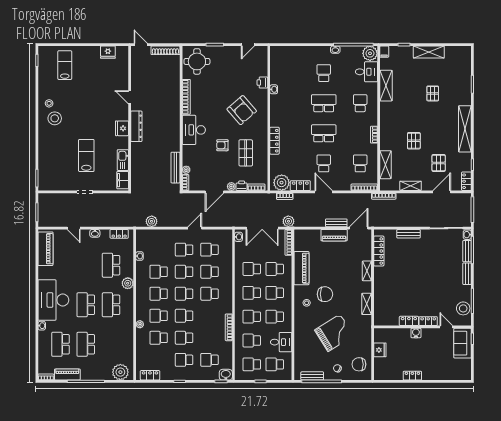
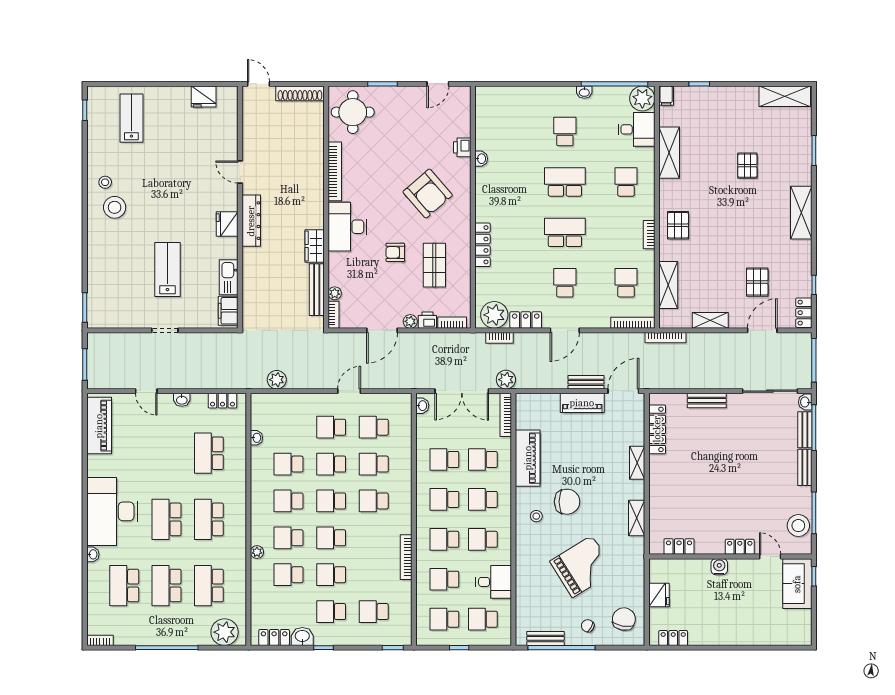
shelving: (429, 52) -> (785, 96), moved
shelving: (465, 129) -> (801, 213), width x0.68
wardrobe: (174, 141) -> (315, 246), added
pallet: (414, 141) -> (678, 225), moved
door: (324, 192) -> (565, 330), swing flipped
plant: (128, 283) -> (237, 483), removed
locker: (409, 321) -> (679, 547), moved
school desk: (111, 344) -> (209, 586), added
chair: (359, 364) -> (624, 619), turned 100
piano: (67, 374) -> (136, 636), removed
washbasin: (226, 375) -> (302, 636), moved
locker: (412, 376) -> (673, 638), moved

